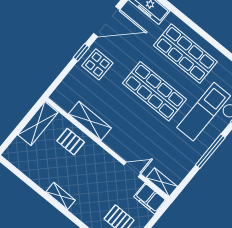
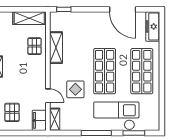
window: (81, 52) -> (64, 9), moved
display table: (97, 64) -> (75, 89), moved

